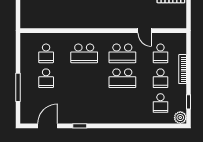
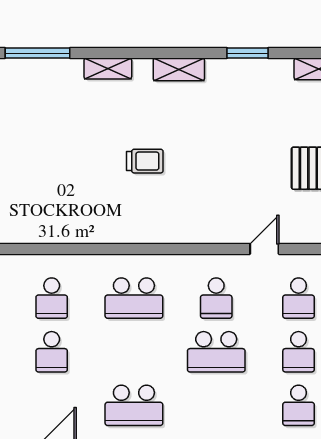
door: (145, 31) -> (264, 249), swing flipped
school desk: (122, 53) -> (216, 298), width x0.54
school desk: (84, 103) -> (134, 405), added

